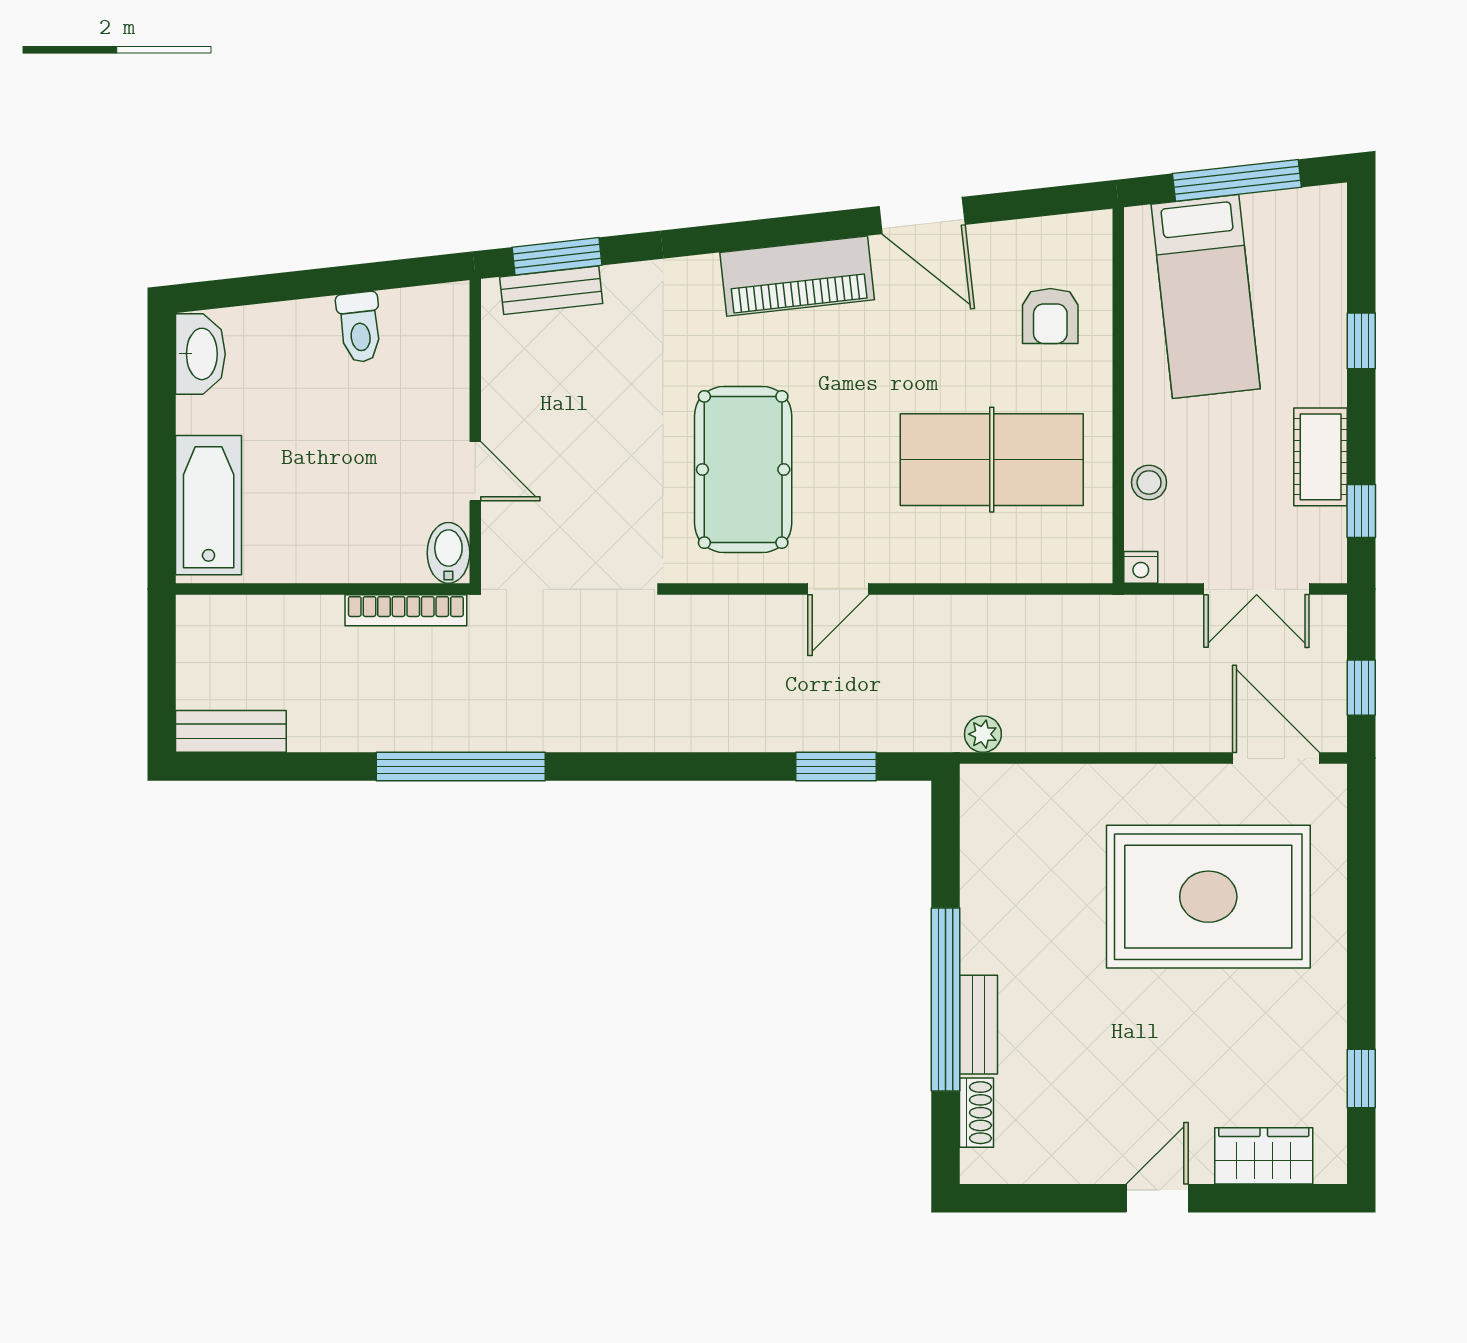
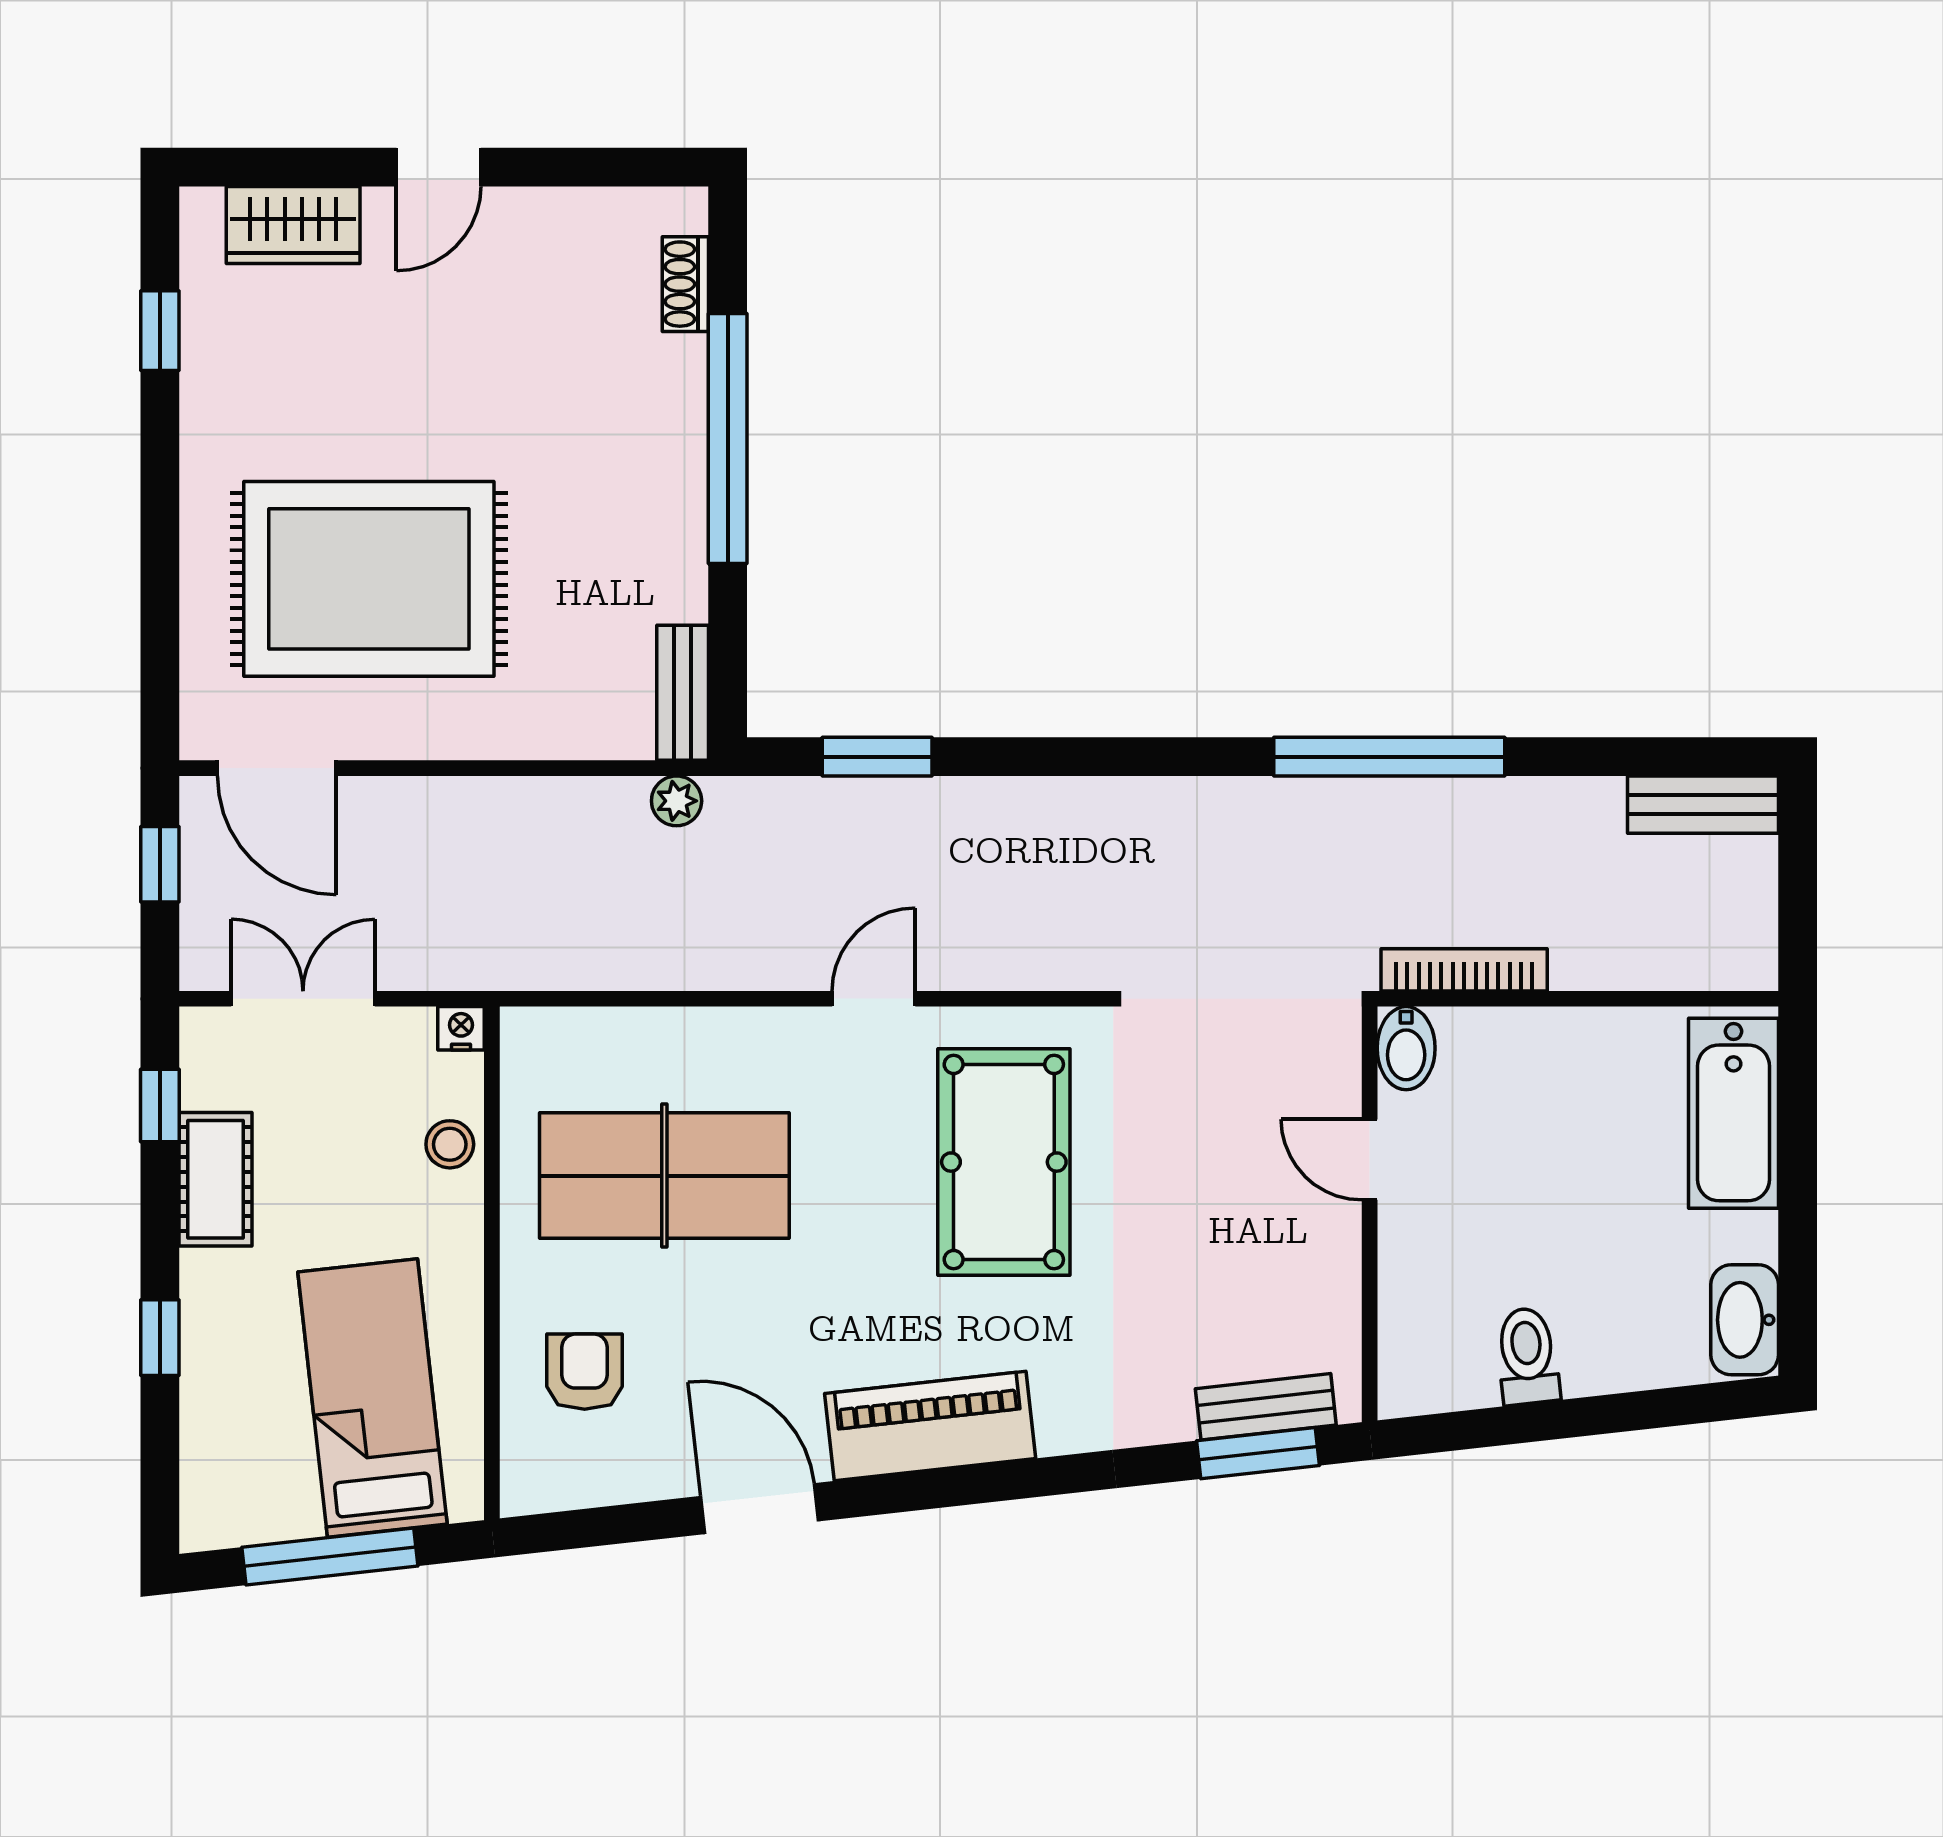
bench: (978, 1025) -> (683, 693), moved

